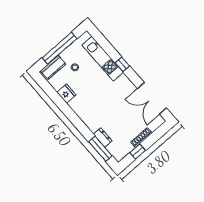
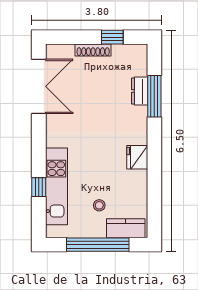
window: (122, 64) -> (39, 187), moved
fridge: (66, 94) -> (137, 157), moved
window: (100, 149) -> (154, 96), moved

